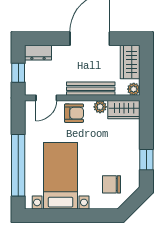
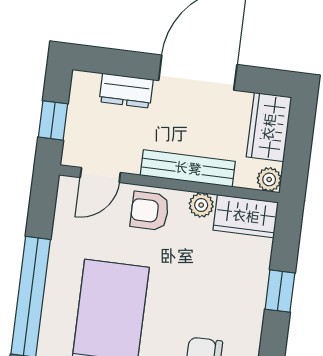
dresser: (38, 53) -> (126, 91), moved
armchair: (74, 113) -> (150, 211), turned 180
window: (146, 160) -> (280, 291), moved

